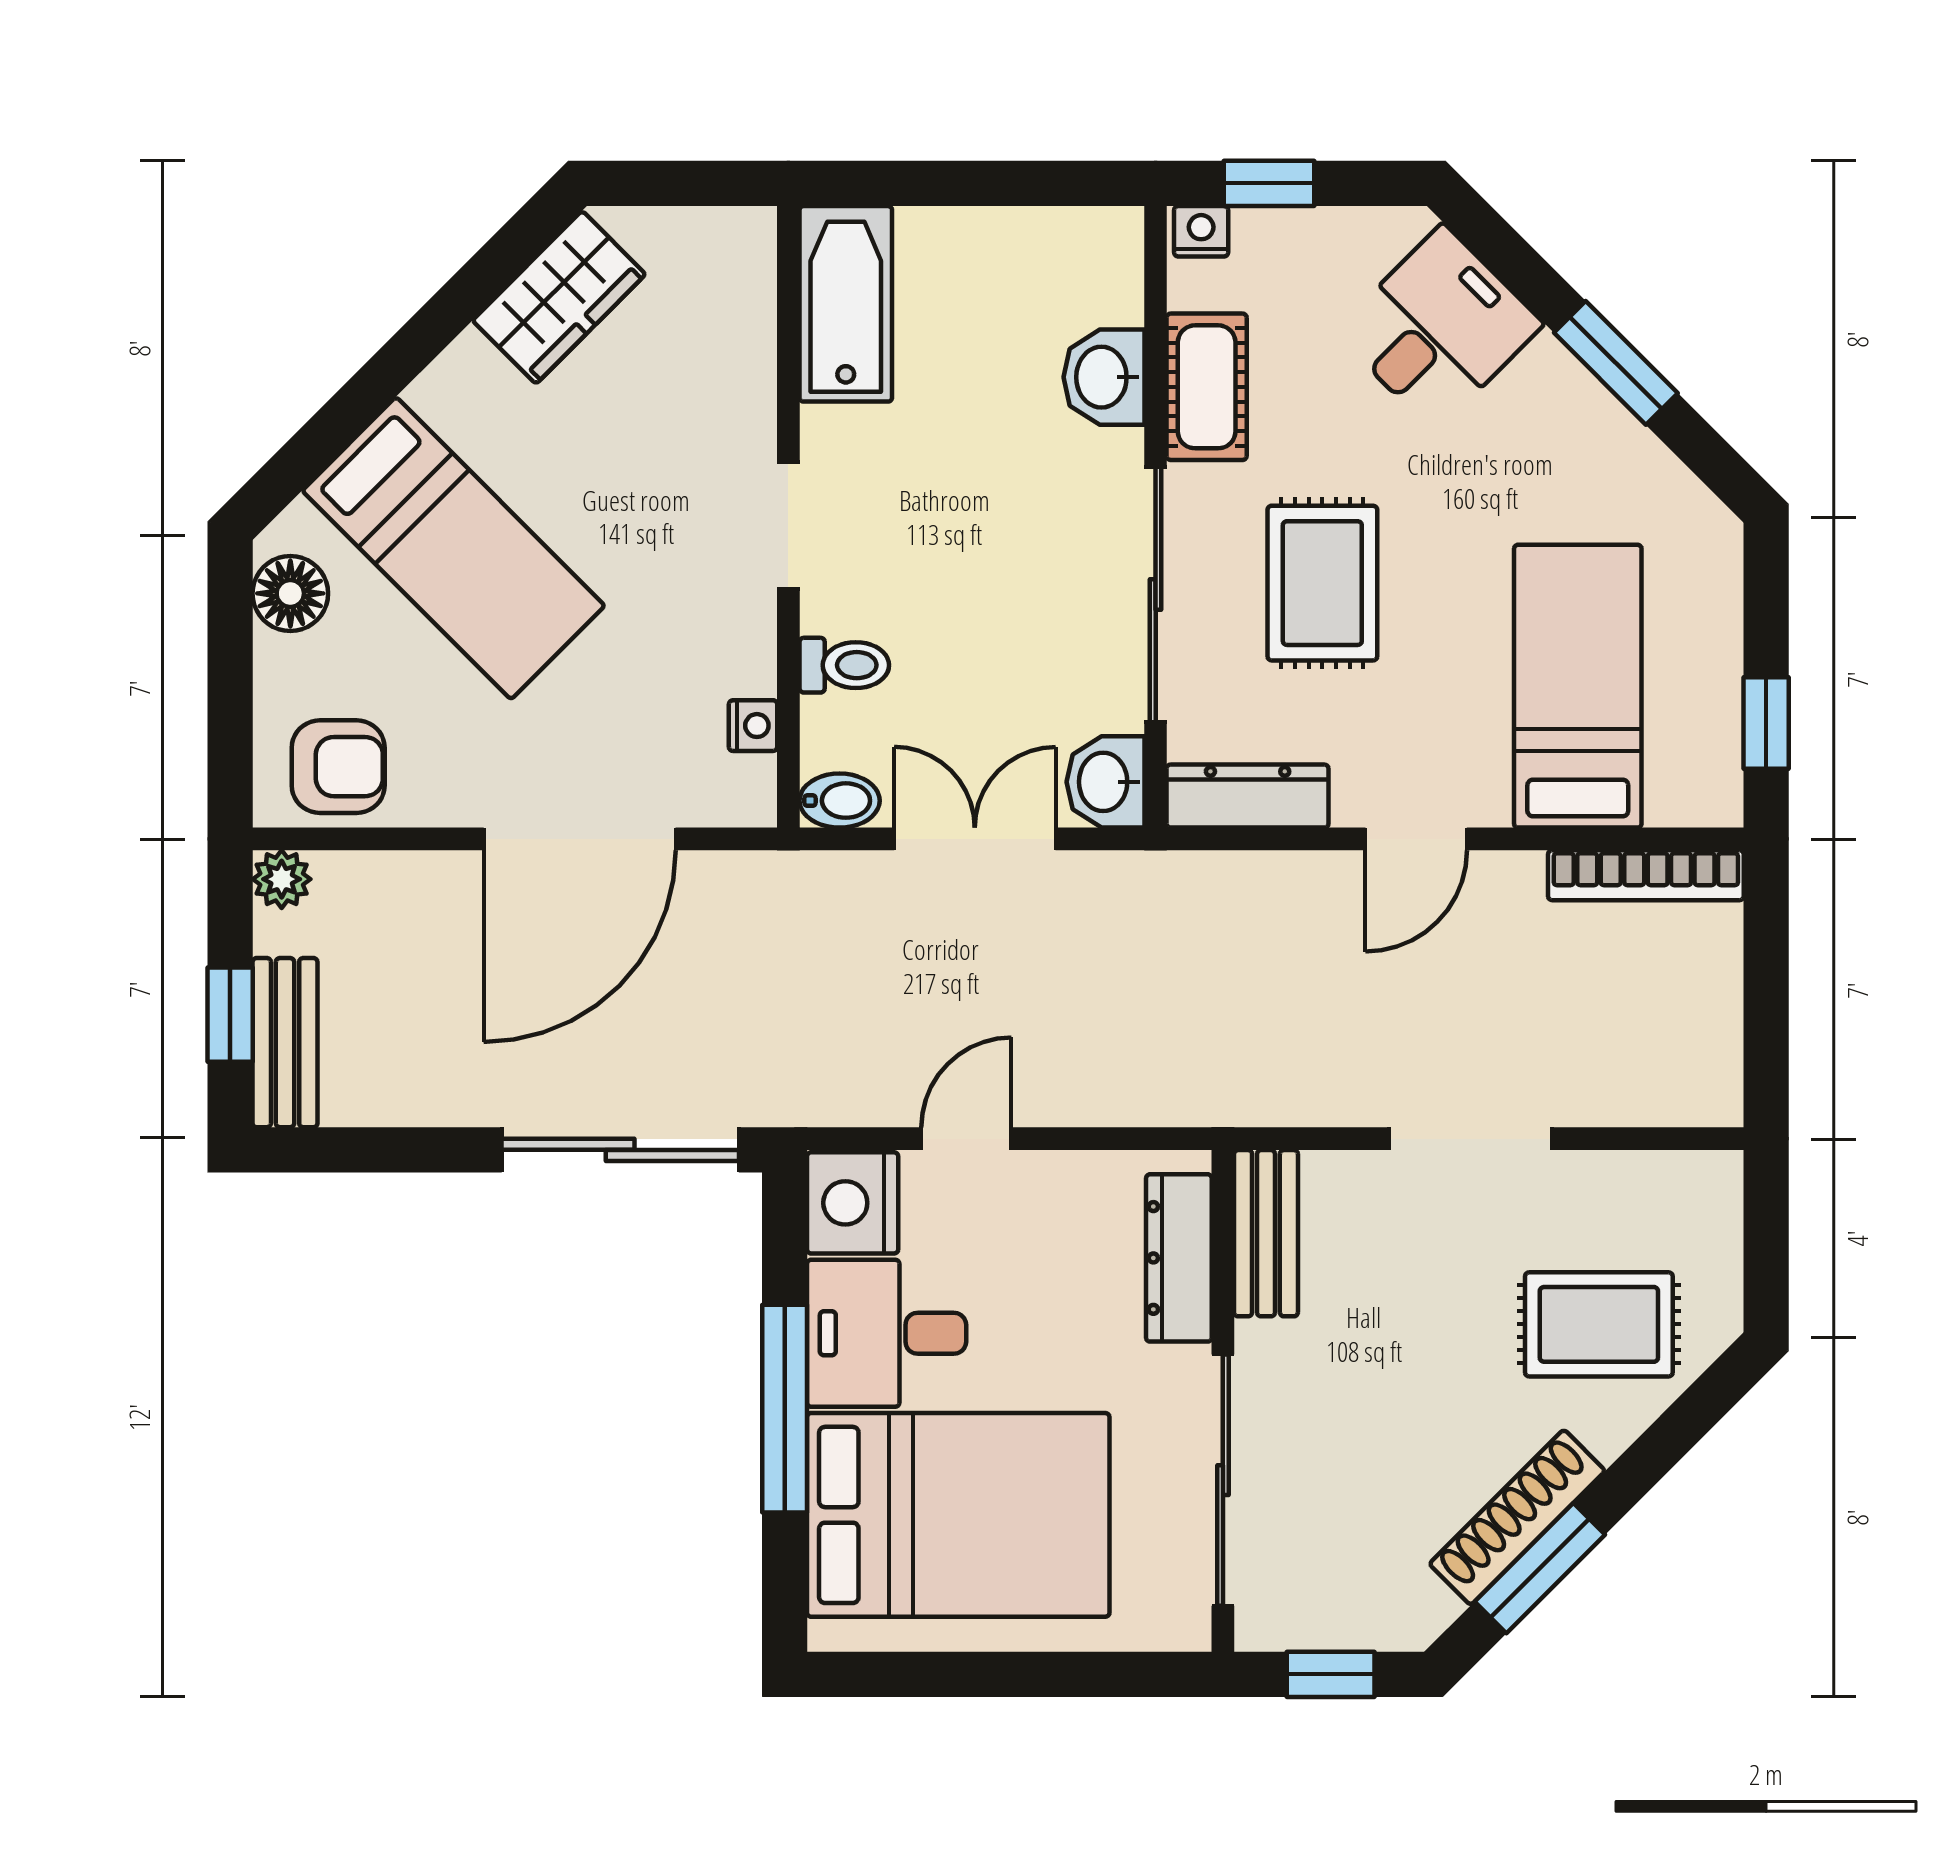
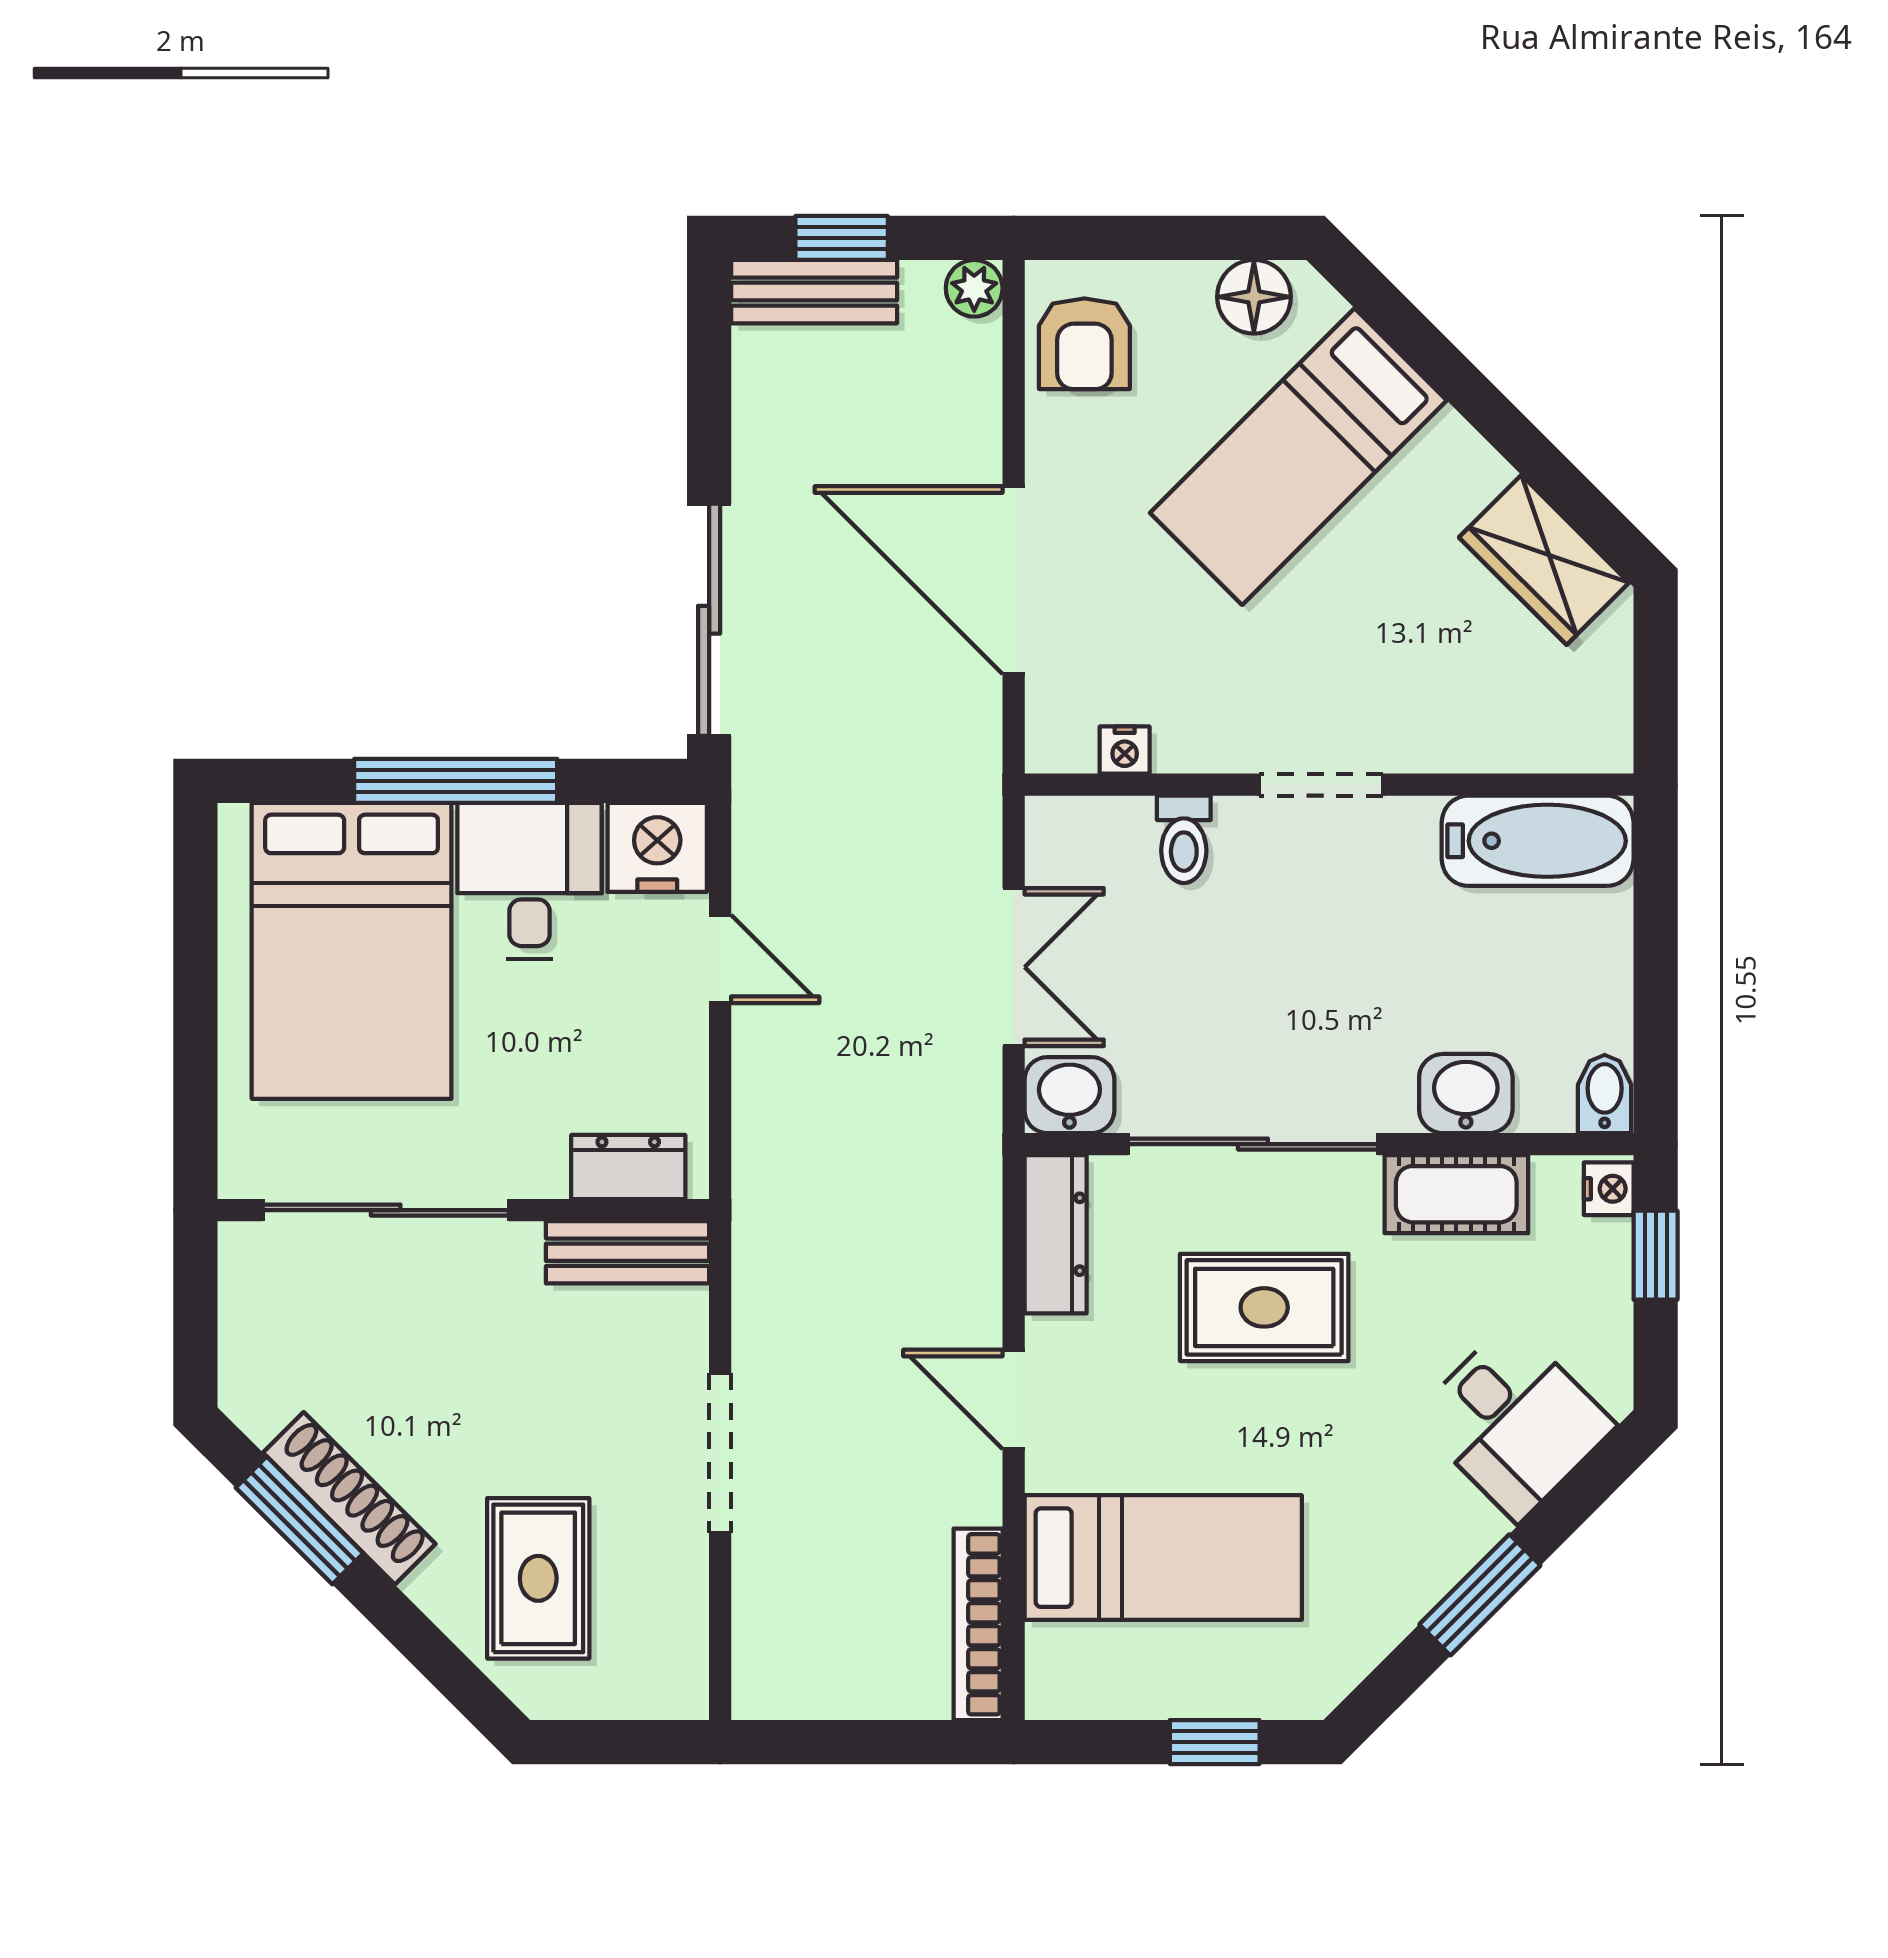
window: (1766, 723) -> (1215, 1742), moved
bidet: (840, 801) -> (1605, 1094), moved, turned 180
dresser: (1179, 1258) -> (628, 1167), width x0.70
window: (1331, 1674) -> (195, 1316), removed

